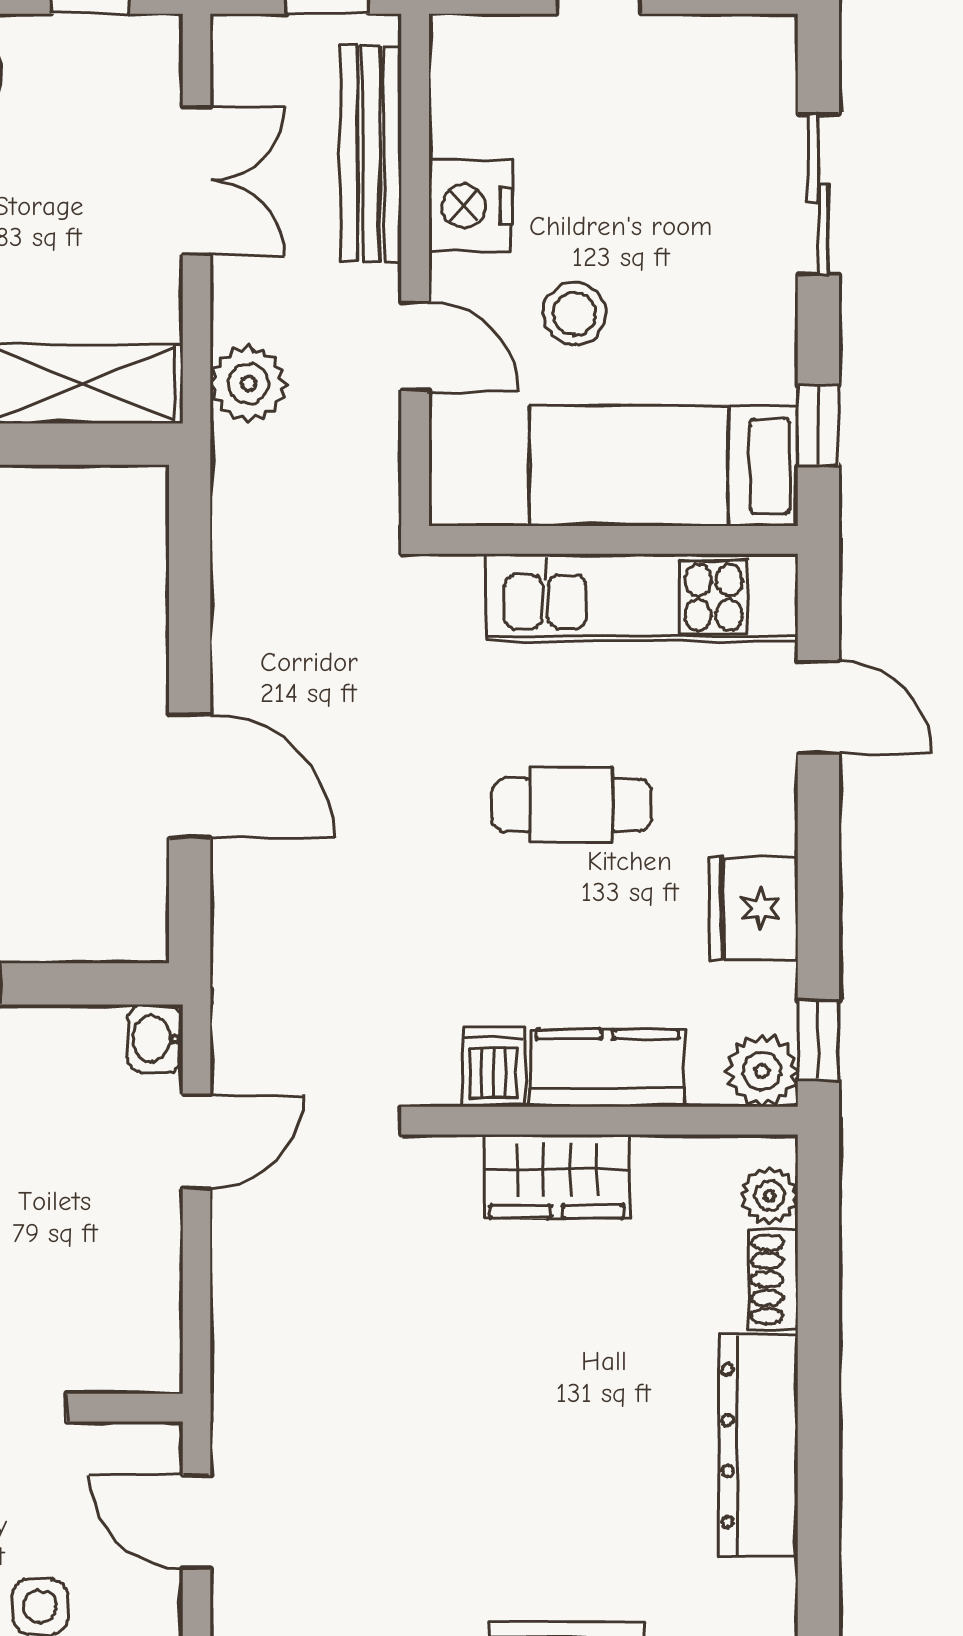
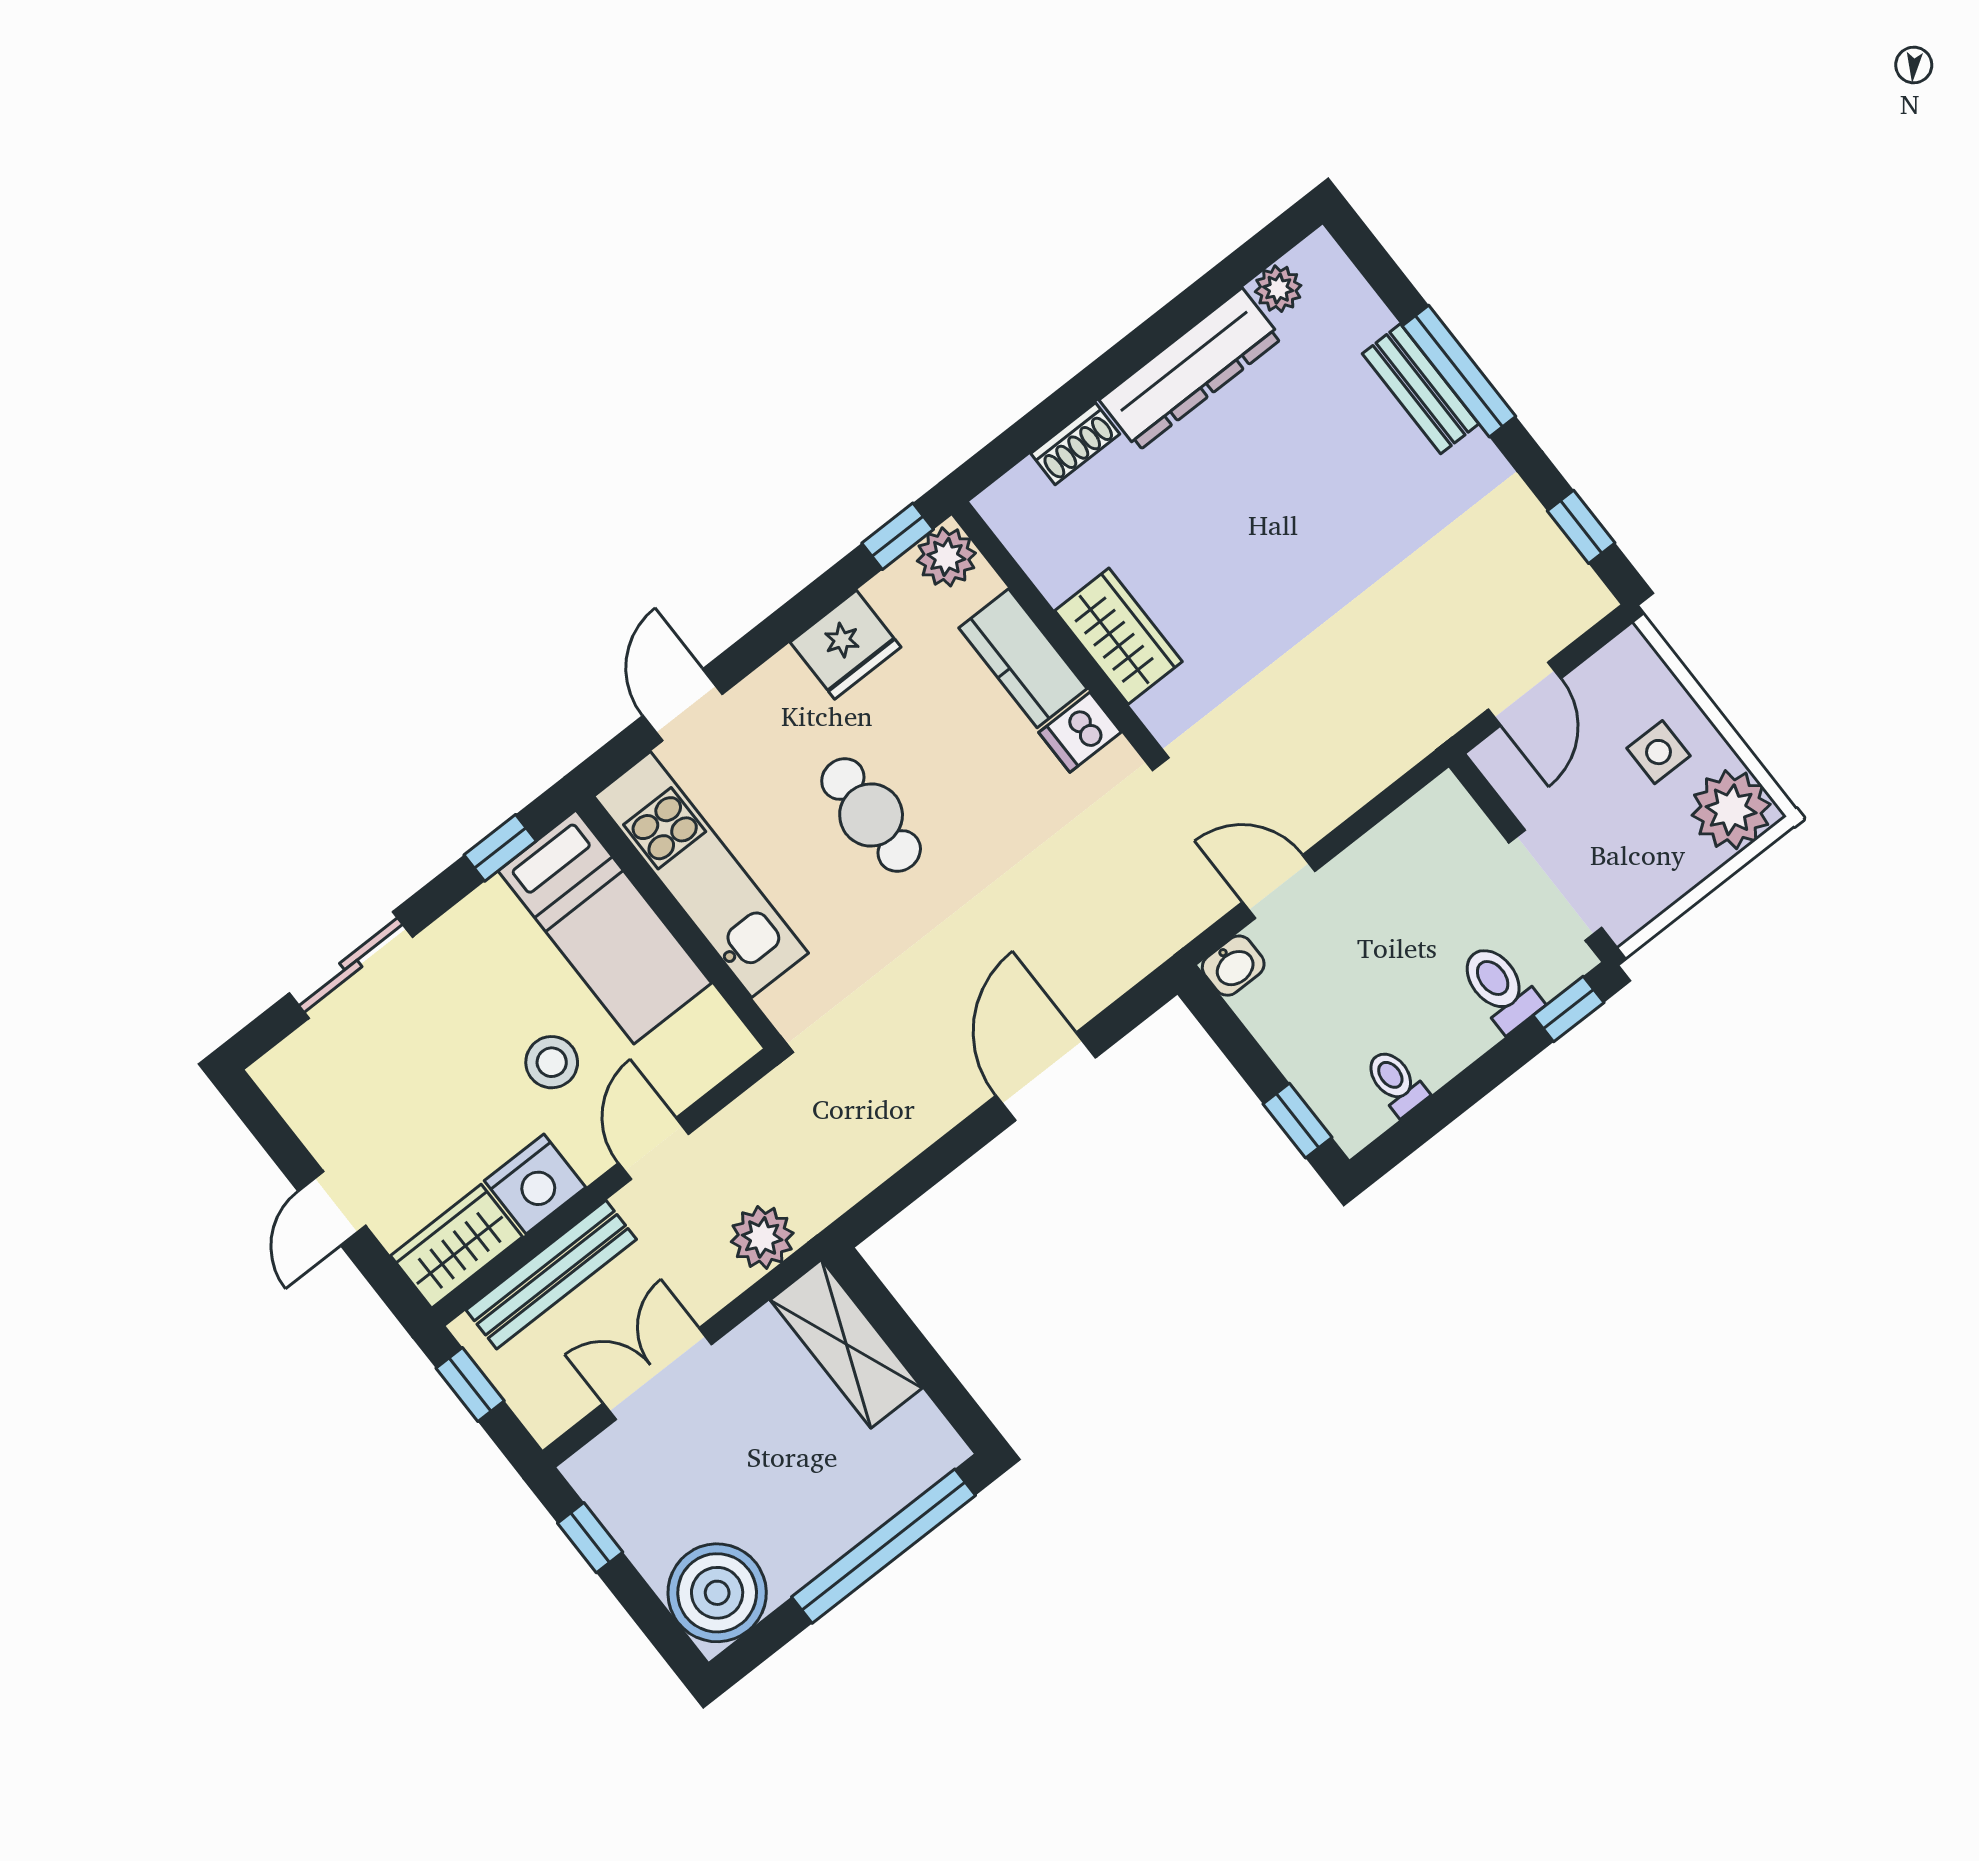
wardrobe: (470, 84) -> (456, 1246), added
plant: (770, 1196) -> (1278, 289), moved

